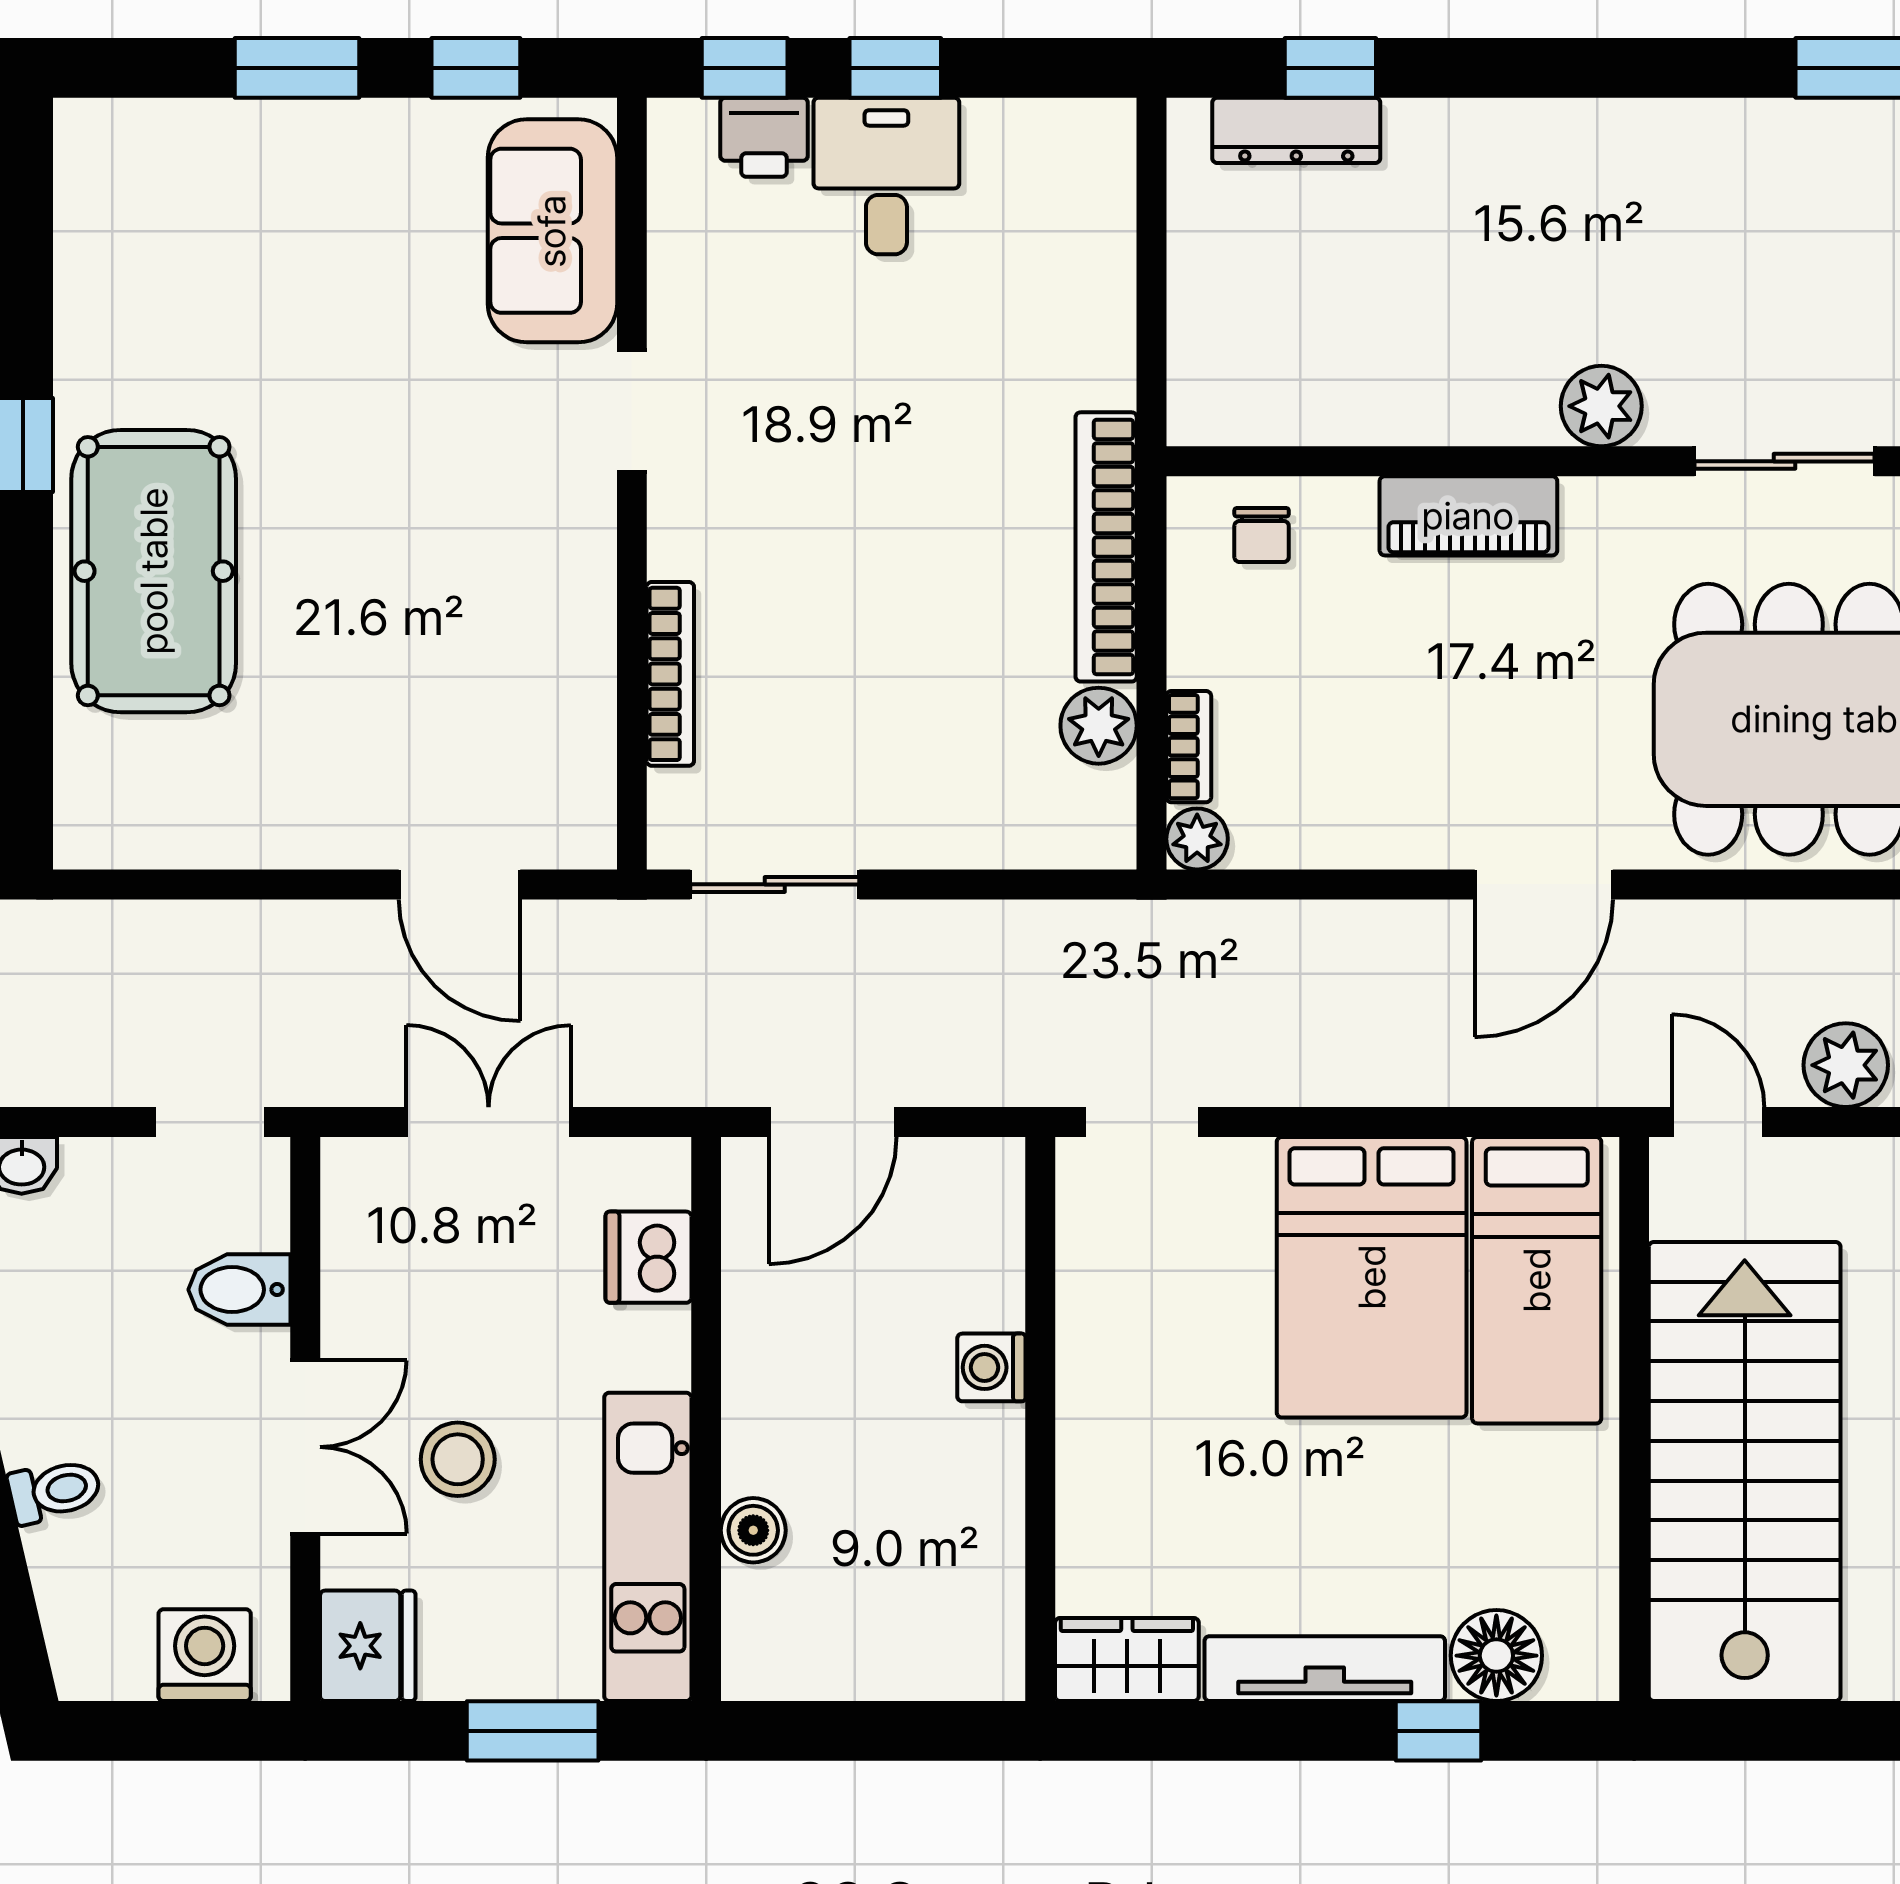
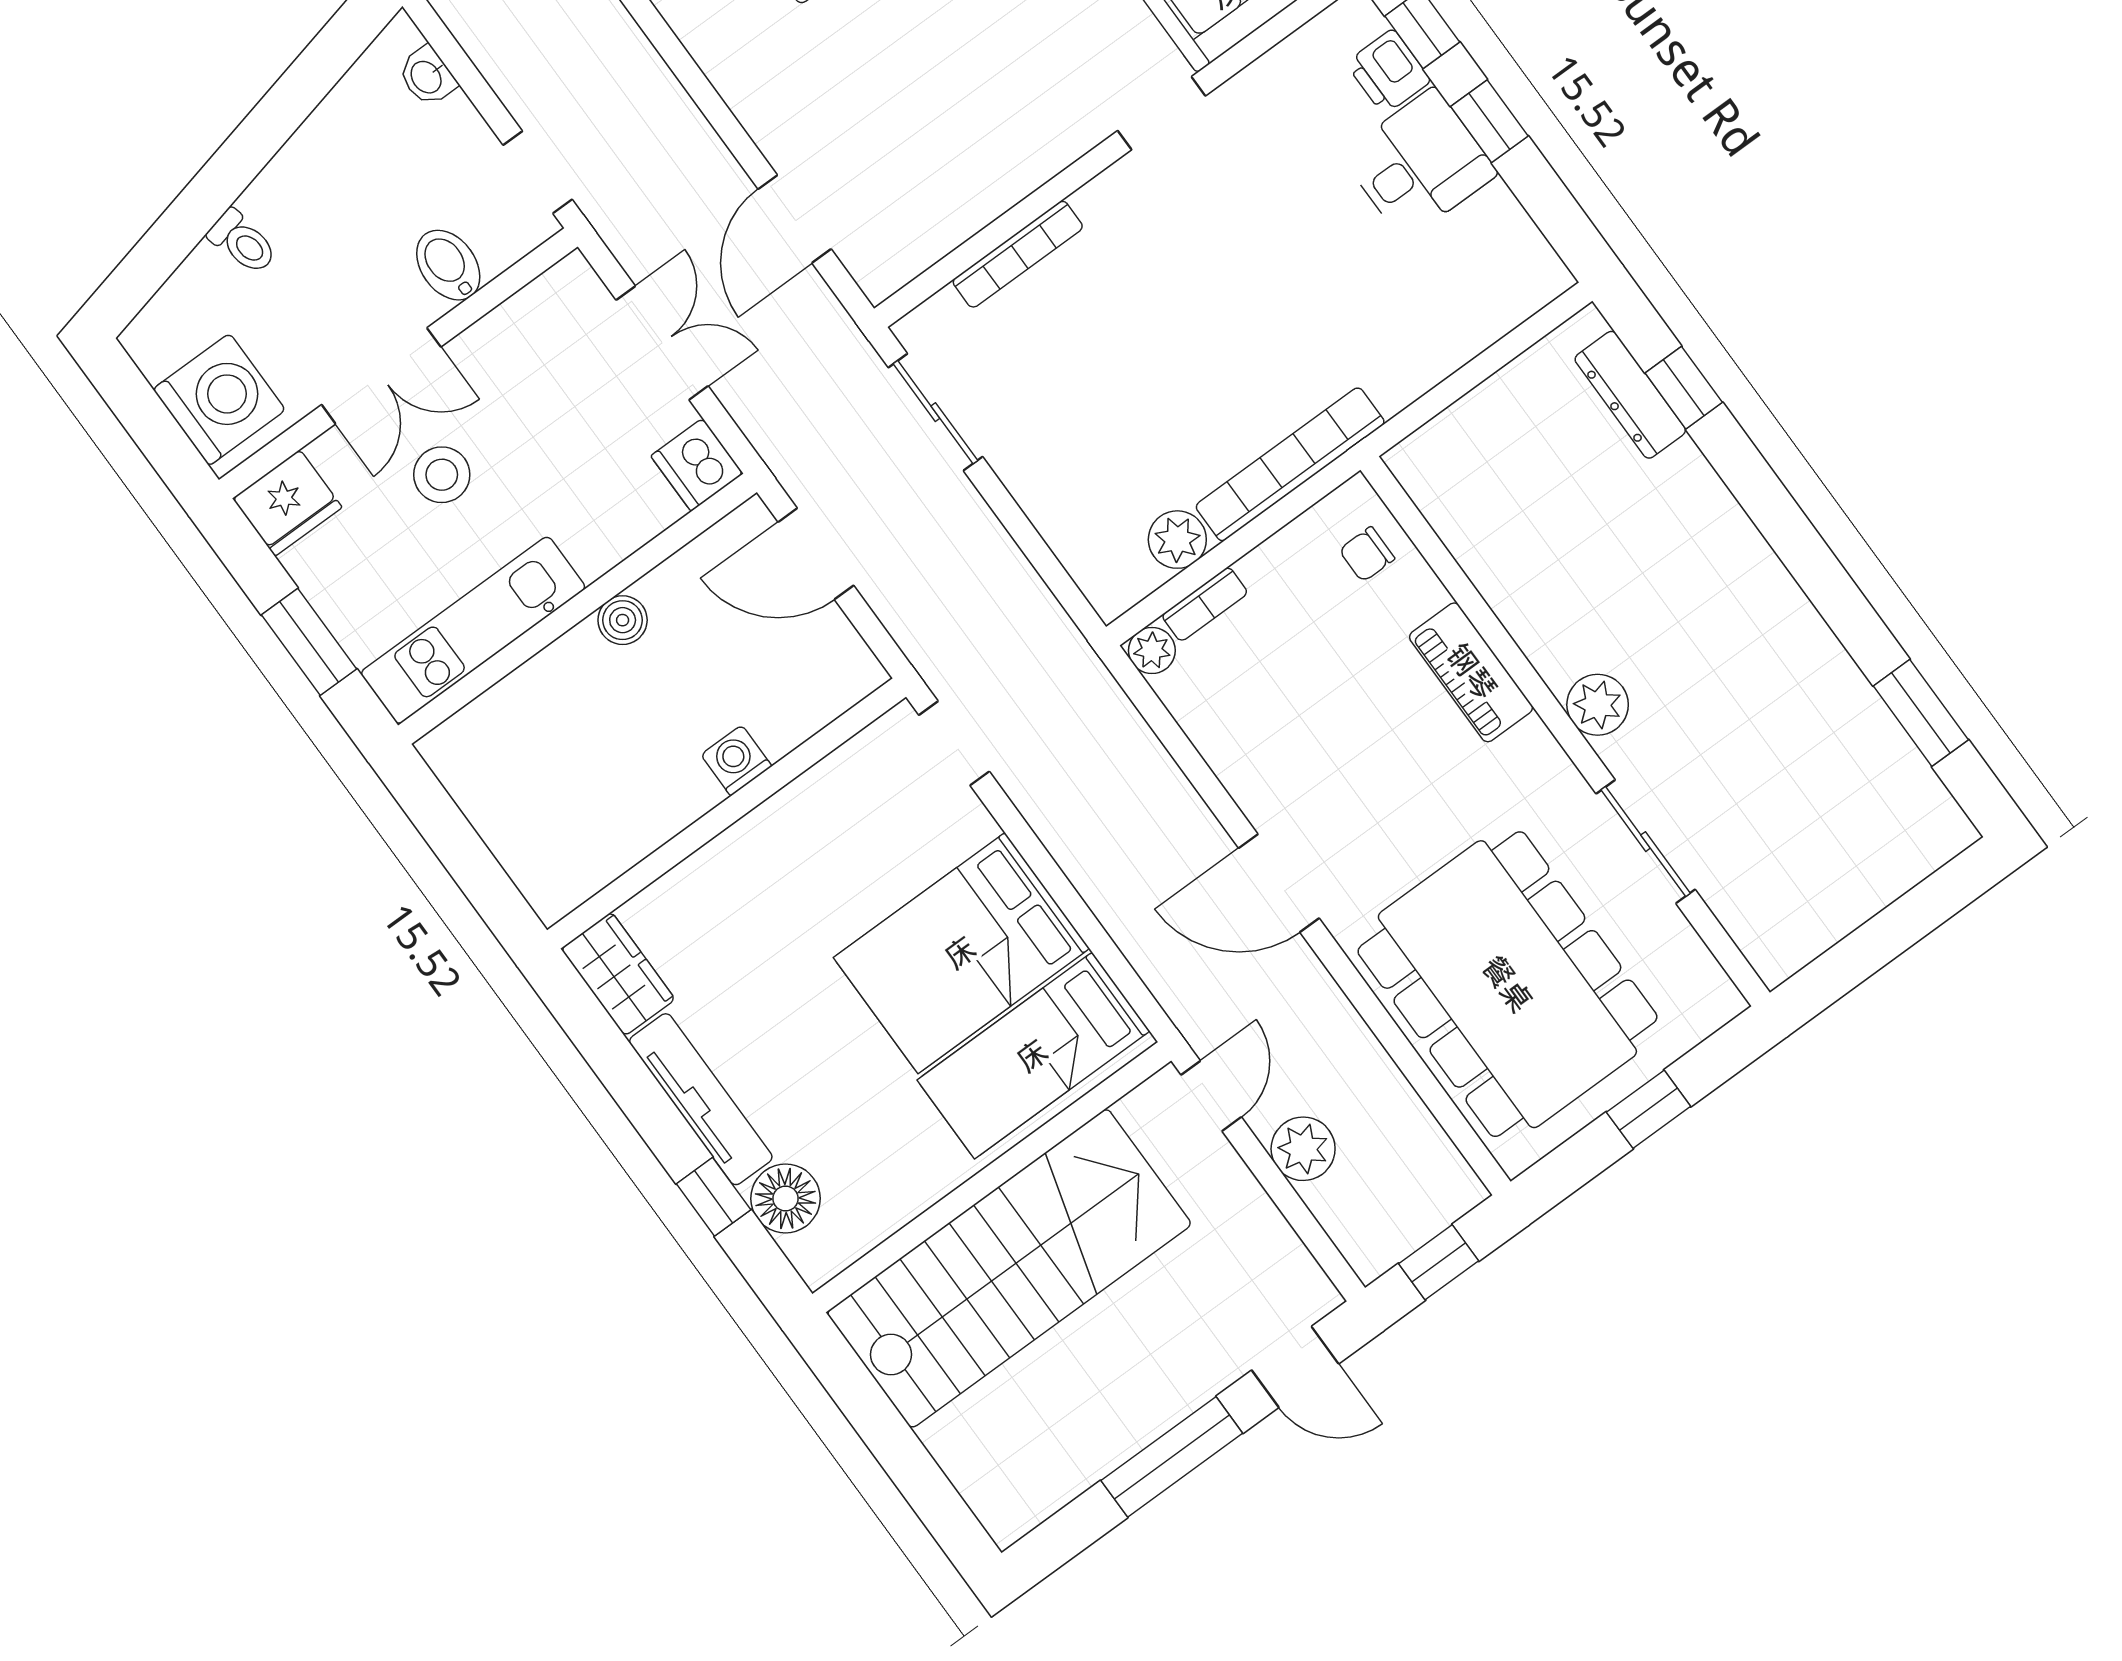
dishwasher: (648, 1257) -> (697, 465), moved, turned -90
boiler: (753, 1530) -> (623, 620), moved
washing machine: (205, 1655) -> (219, 400), width x1.37, depth x1.37

